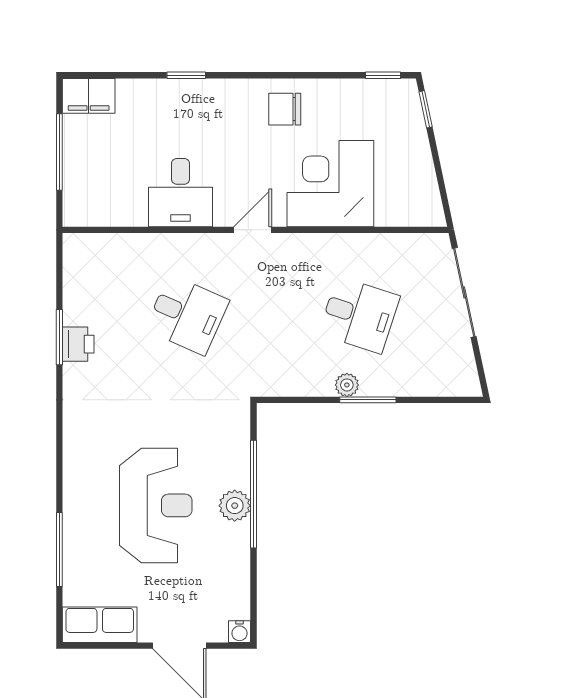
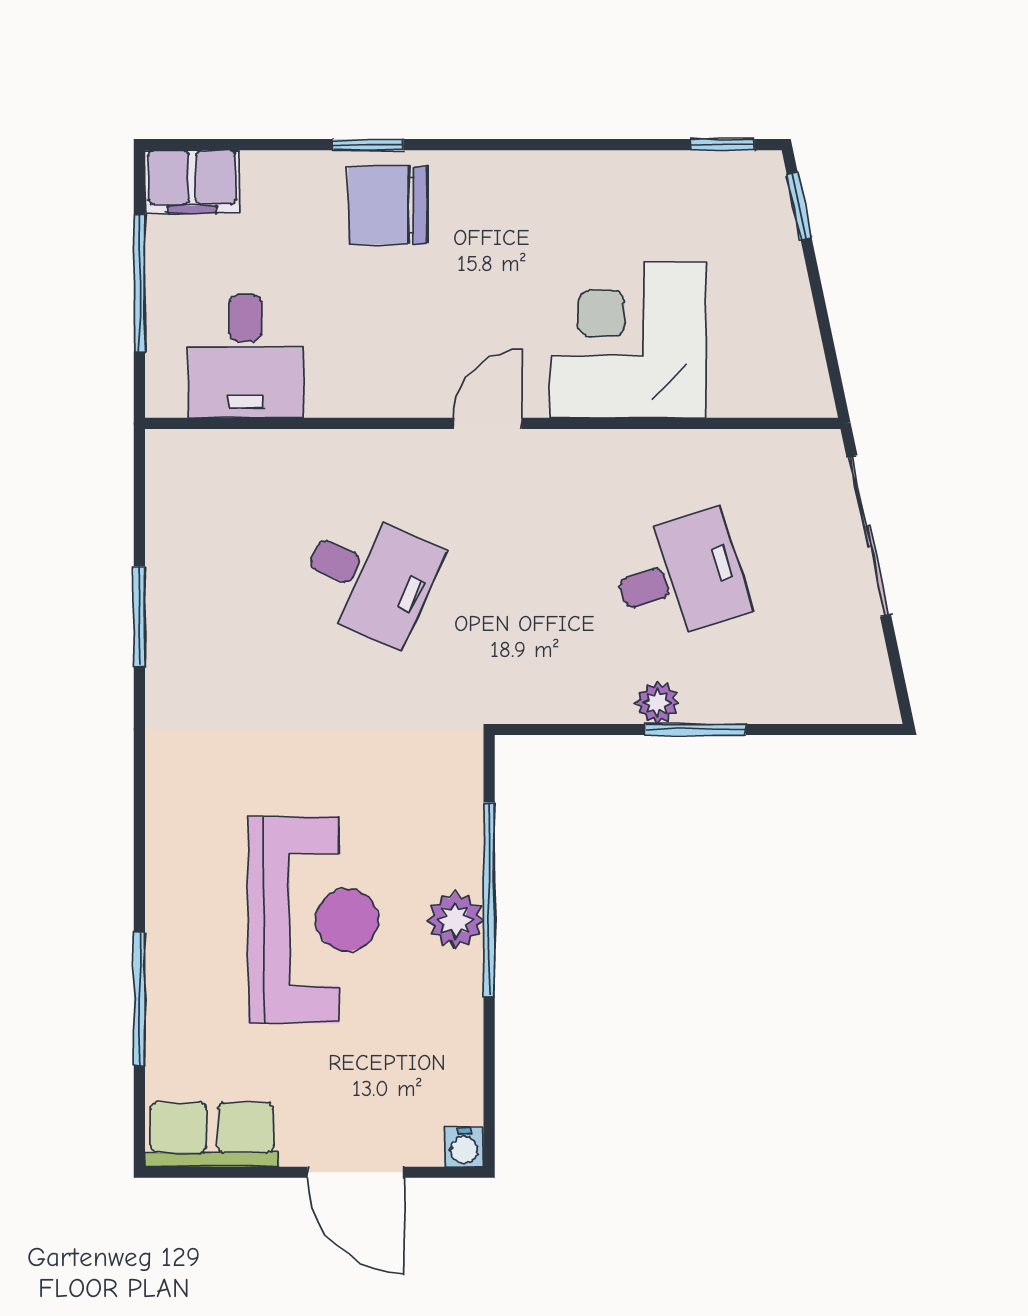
chair: (285, 109) -> (388, 205), moved, width x1.37, depth x1.37
desk: (180, 193) -> (246, 356), moved
desk: (359, 315) -> (680, 576), turned -36
printer: (78, 344) -> (173, 629), removed

